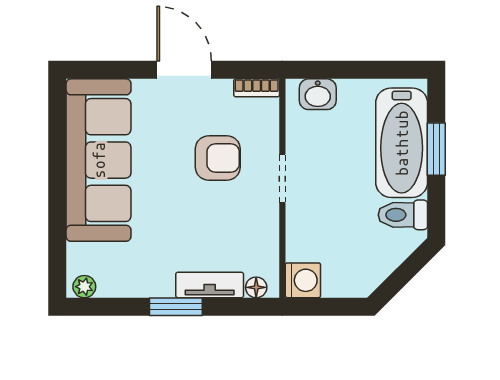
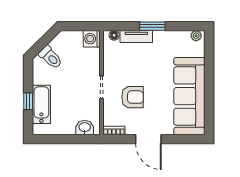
bathtub: (402, 143) -> (41, 104), width x0.73, depth x0.73
window: (436, 149) -> (28, 101), width x0.67
armchair: (218, 158) -> (132, 97), turned 180
toilet: (403, 215) -> (51, 57), moved, turned 45

